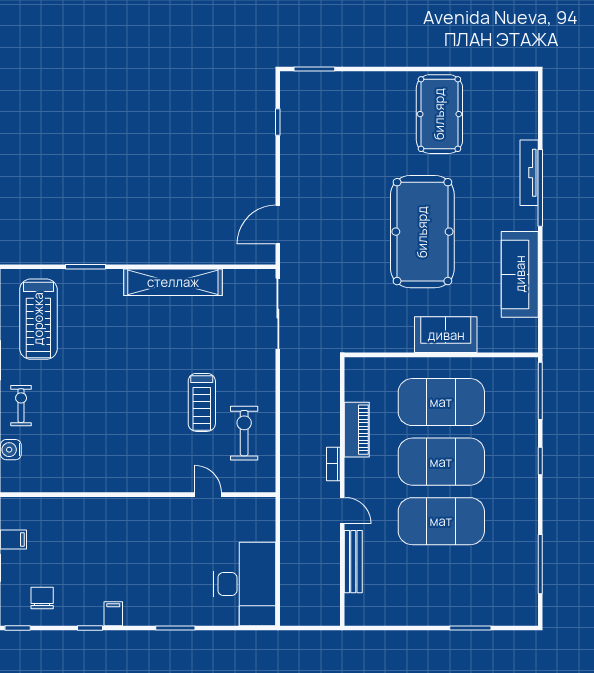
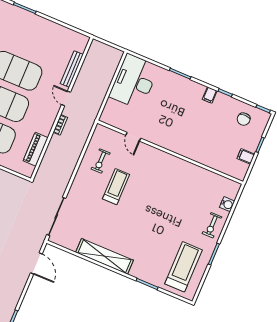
door: (278, 225) -> (36, 263), hinge flipped
piano: (357, 430) -> (36, 149), moved
exercise bike: (244, 433) -> (101, 161), width x0.73, depth x0.72

